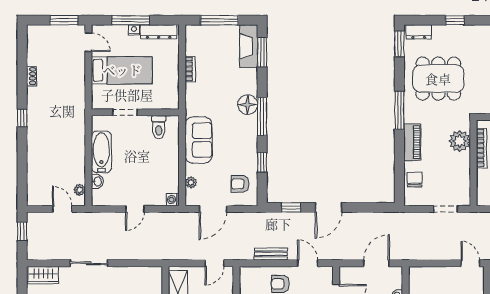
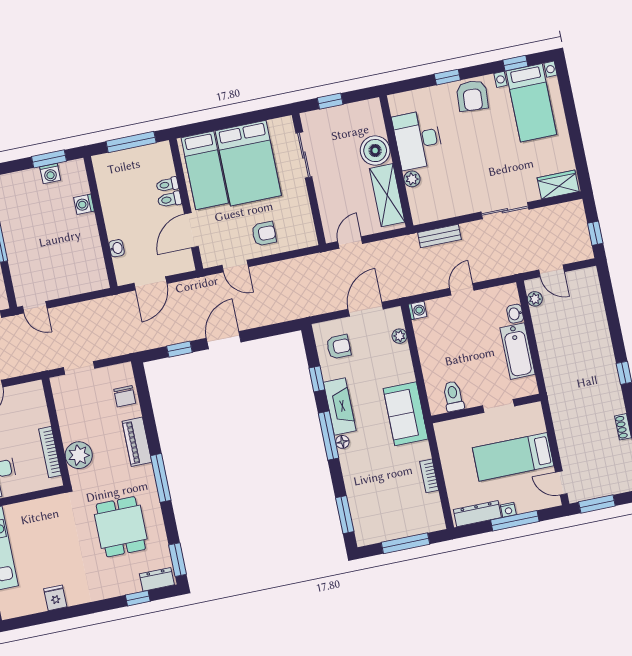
window: (455, 20) -> (138, 598), moved
fireplace: (249, 46) -> (340, 406), moved
dining table: (438, 79) -> (121, 527), width x0.73
floor lamp: (248, 105) -> (342, 442), width x0.53, depth x0.53
sofa: (199, 140) -> (406, 414), moved
window: (291, 207) -> (179, 349), moved
bench: (271, 254) -> (439, 236), moved

